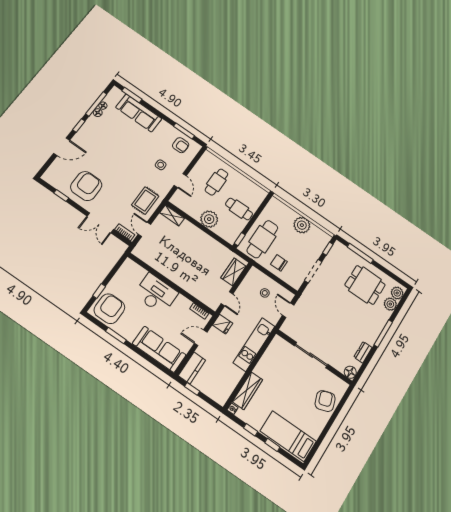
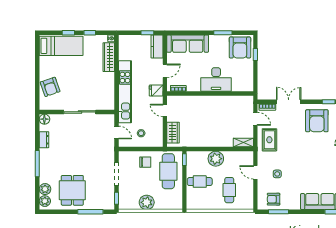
dining table: (365, 285) -> (72, 190), turned 90
kitchen unit: (254, 344) -> (125, 92), width x1.36

